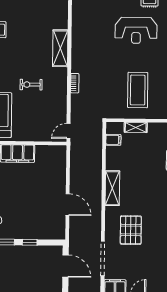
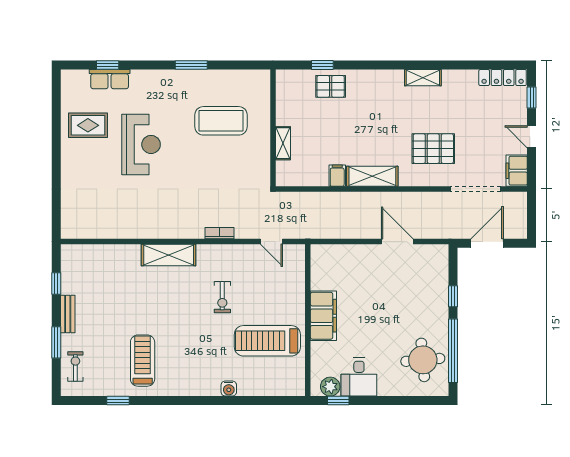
coffee table: (138, 90) -> (221, 121), moved
door: (68, 131) -> (271, 242), moved
filing cabinet: (113, 140) -> (337, 176), moved
door: (68, 205) -> (397, 242), hinge flipped

